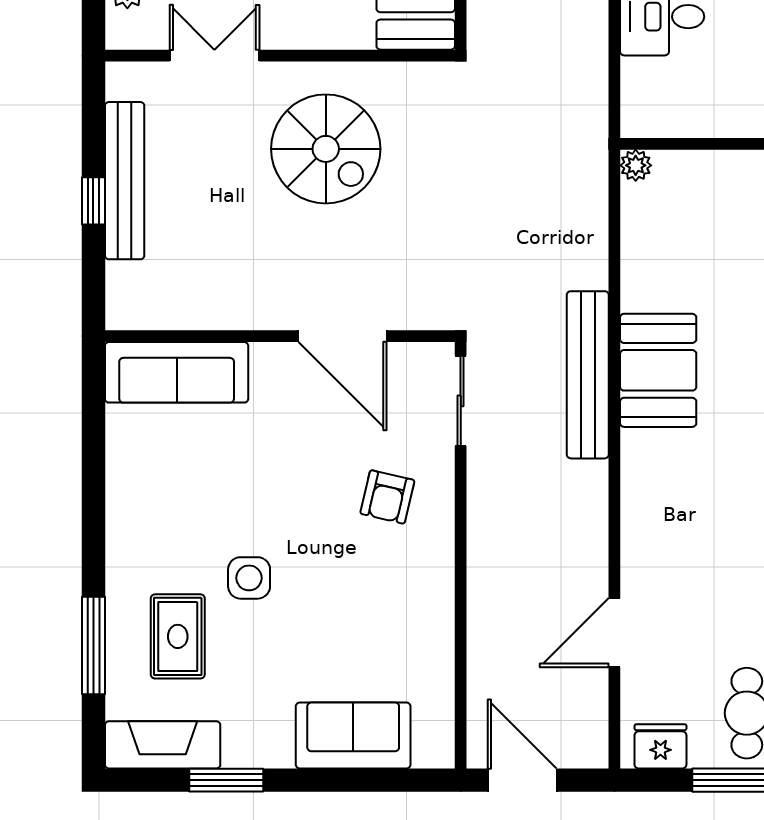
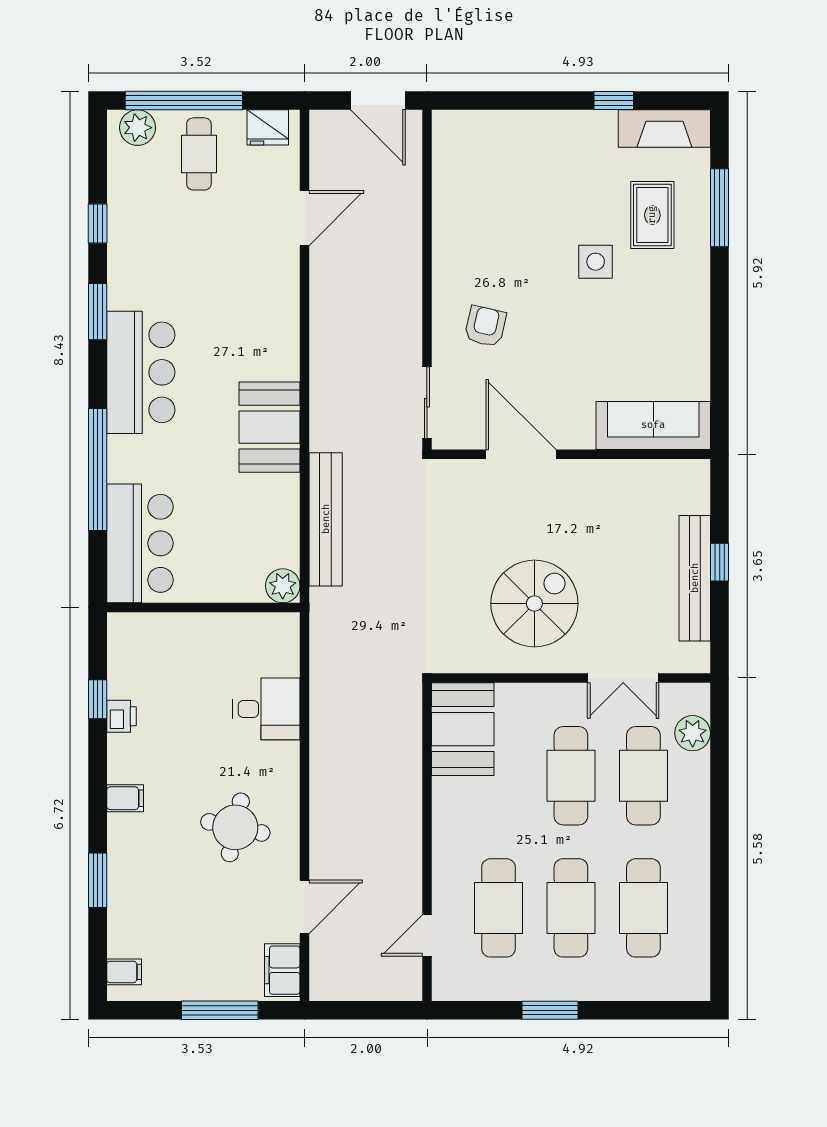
spiral stairs: (326, 149) -> (534, 604), turned 90
plant: (636, 165) -> (283, 586), width x1.38, depth x1.38
bench: (588, 375) -> (326, 519), moved
sofa: (353, 735) -> (513, 136), removed
window: (226, 780) -> (614, 101), width x0.67

